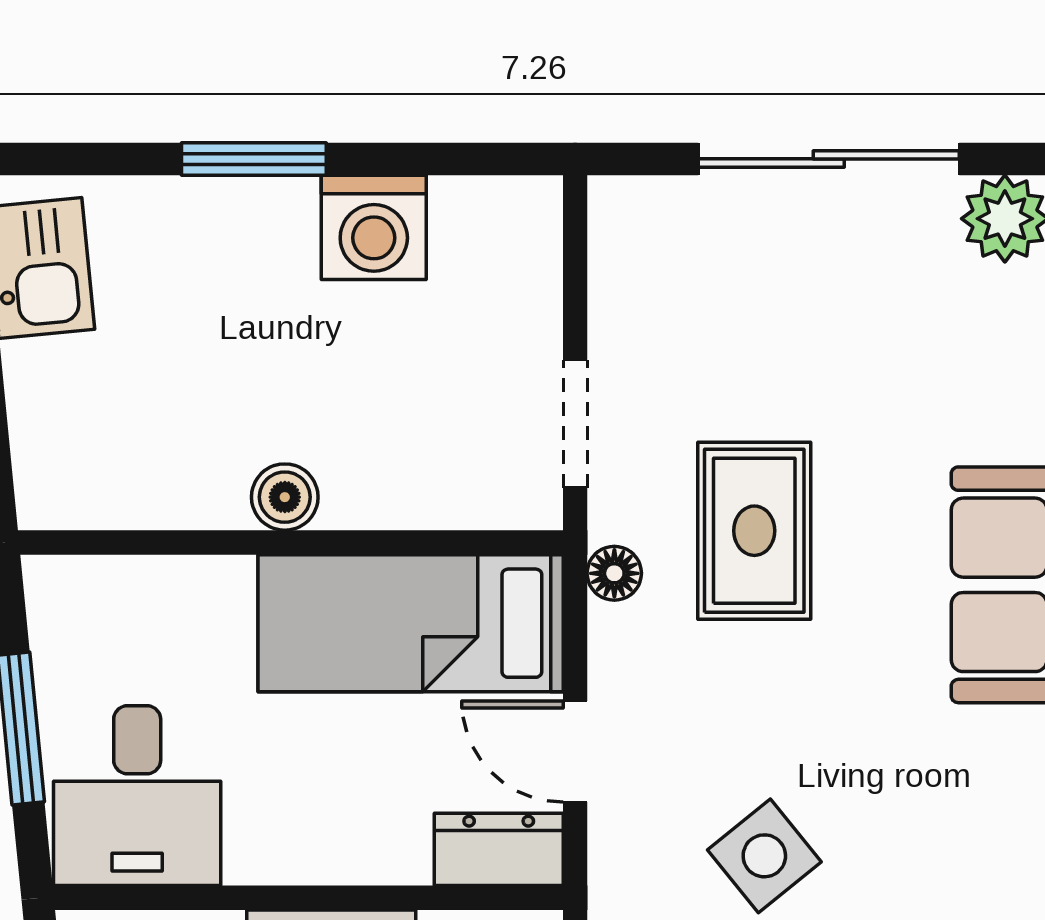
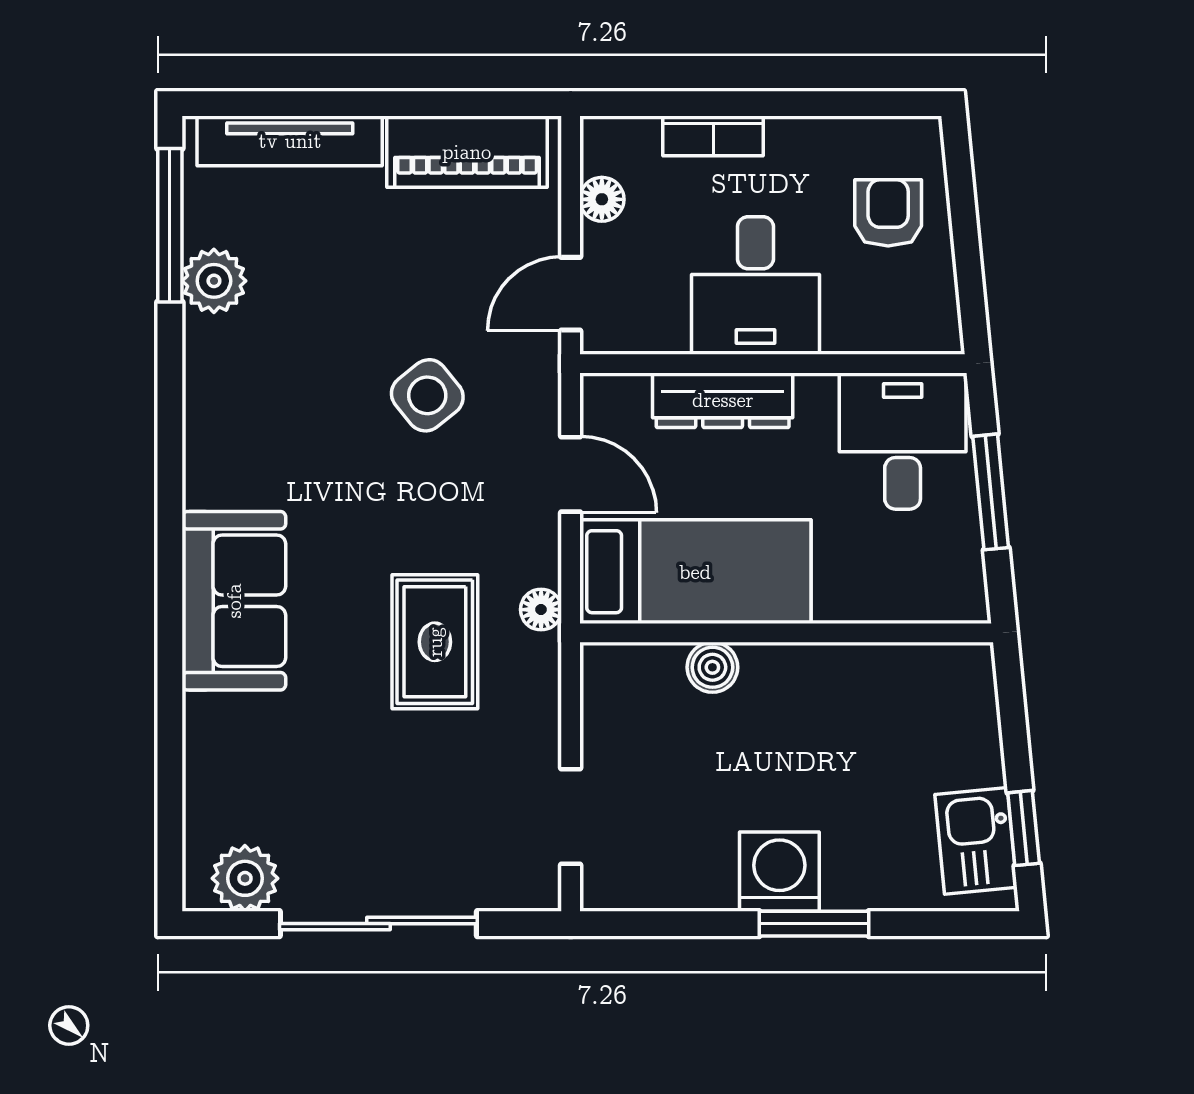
washing machine: (374, 227) -> (779, 872), moved
doorway: (575, 424) -> (571, 817), moved
boiler: (285, 497) -> (712, 667), moved
dresser: (499, 849) -> (723, 400), moved, width x1.44

